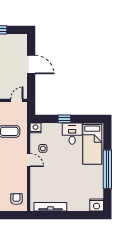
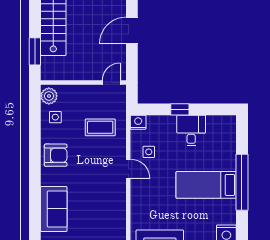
door: (31, 65) -> (132, 31), swing flipped
bed: (92, 144) -> (206, 185), moved, turned 90
armchair: (16, 199) -> (111, 225), removed

